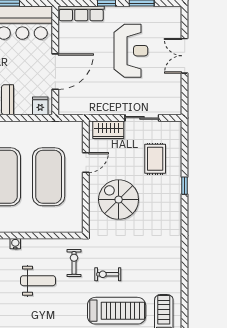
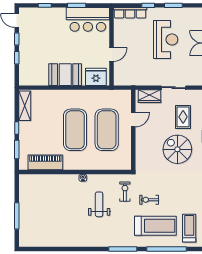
door: (55, 72) -> (111, 54), width x0.53
fridge: (40, 106) -> (96, 77), width x1.88, depth x1.34
spiral stairs: (119, 200) -> (177, 149), moved
weight bench: (38, 281) -> (99, 204), turned -90

